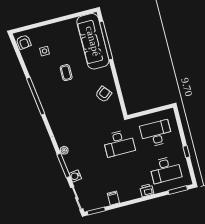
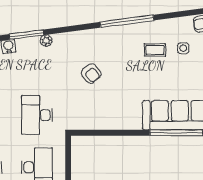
coffee table: (66, 73) -> (155, 50), moved
armchair: (103, 94) -> (91, 74), moved

